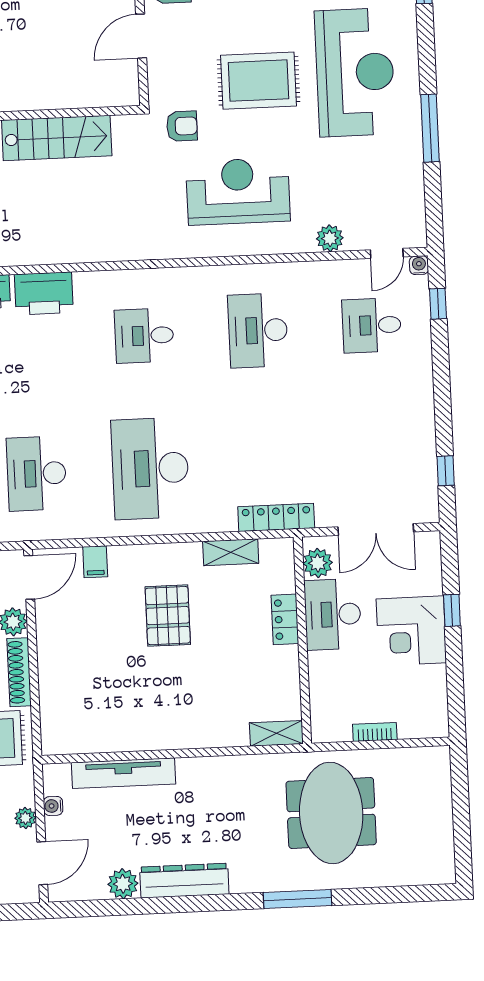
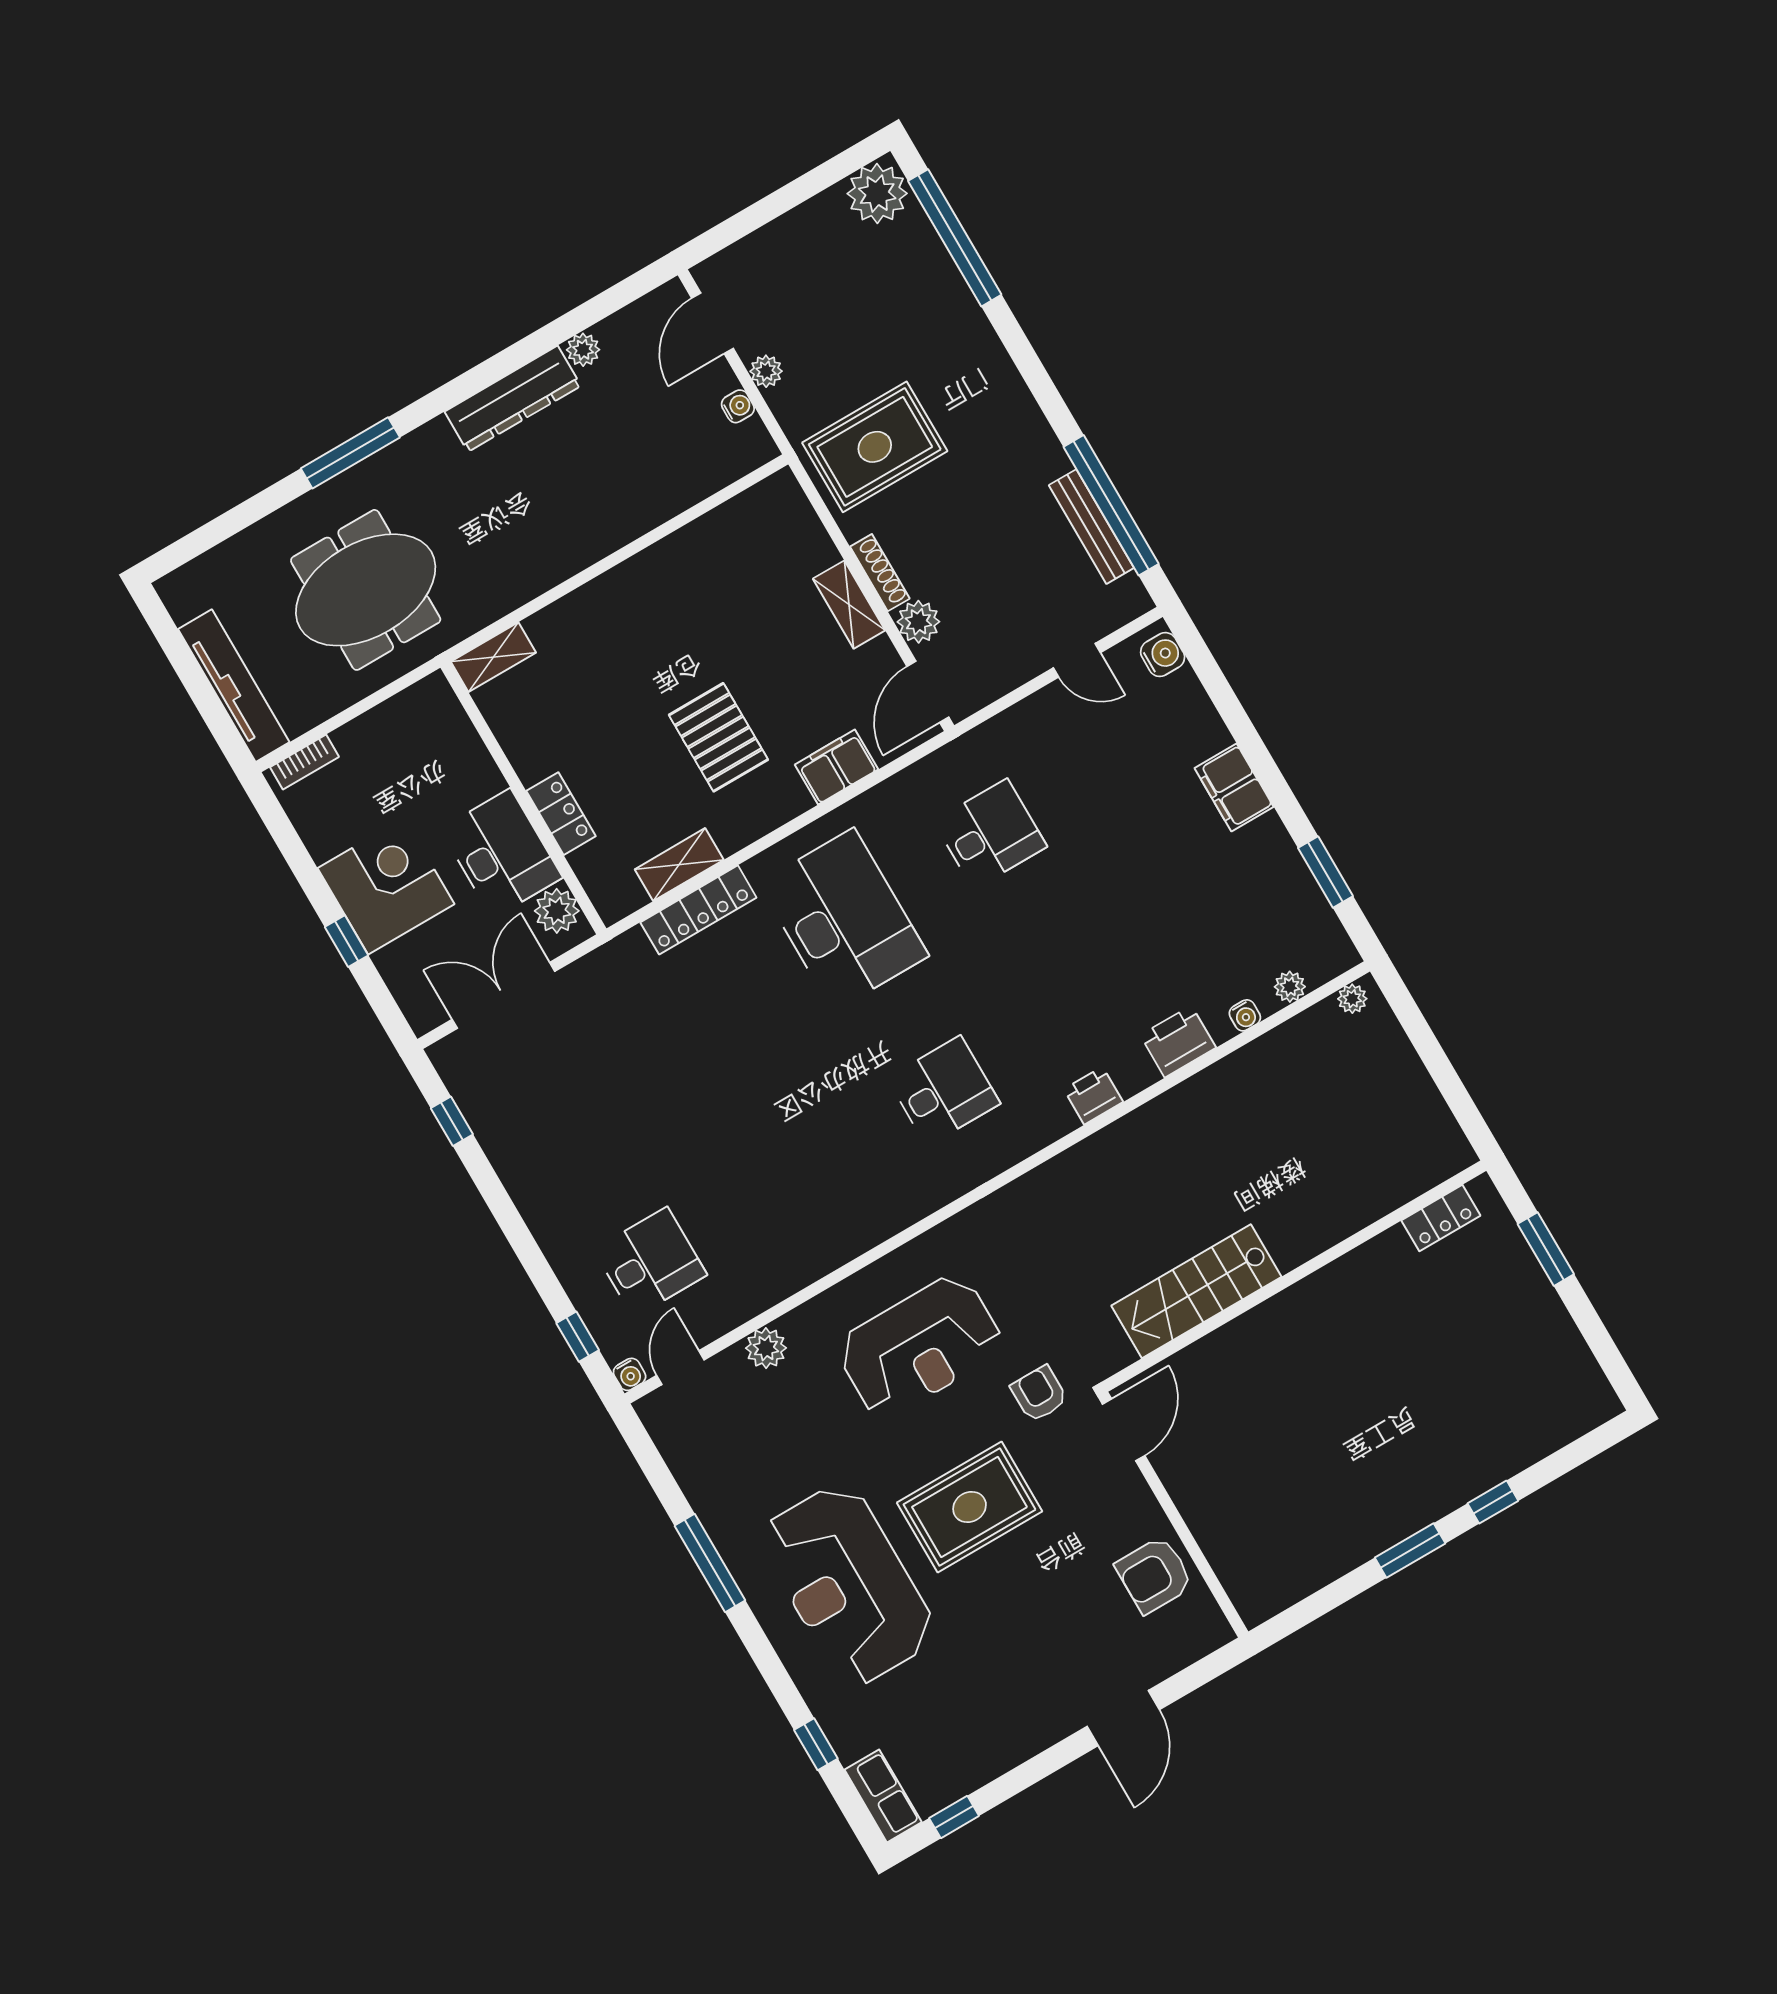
door: (141, 36) -> (1124, 1430), moved
armchair: (182, 126) -> (1039, 1394), turned 90
printer: (44, 293) -> (1093, 1096), width x0.53, depth x0.68
desk: (258, 330) -> (797, 1176), removed
desk: (37, 474) -> (990, 834), width x0.73
locker: (276, 517) -> (698, 910), moved
filing cabinet: (95, 562) -> (837, 767), width x2.00
shelving: (49, 654) -> (849, 605), added
shoe rack: (19, 672) -> (880, 573), width x0.74, depth x0.81
bookcase: (375, 732) -> (304, 762), moved
tv unit: (123, 773) -> (234, 686), moved, turned 90
meeting table: (331, 813) -> (366, 590), turned 90
plant: (123, 884) -> (583, 350), width x0.73, depth x0.73

